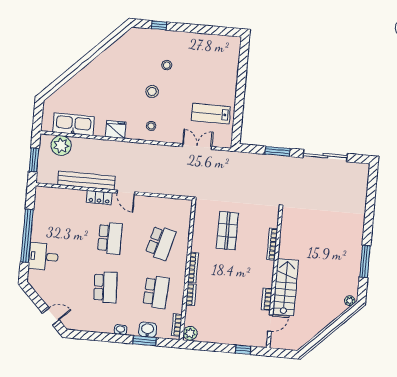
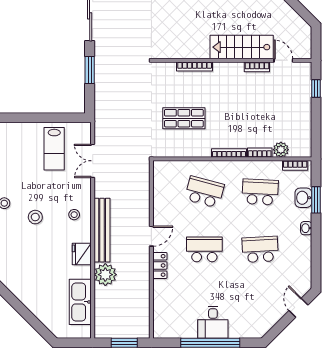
plant: (61, 145) -> (105, 275), moved
bench: (86, 180) -> (102, 230), moved
desk: (43, 257) -> (213, 322), moved
plant: (190, 333) -> (281, 150), moved

